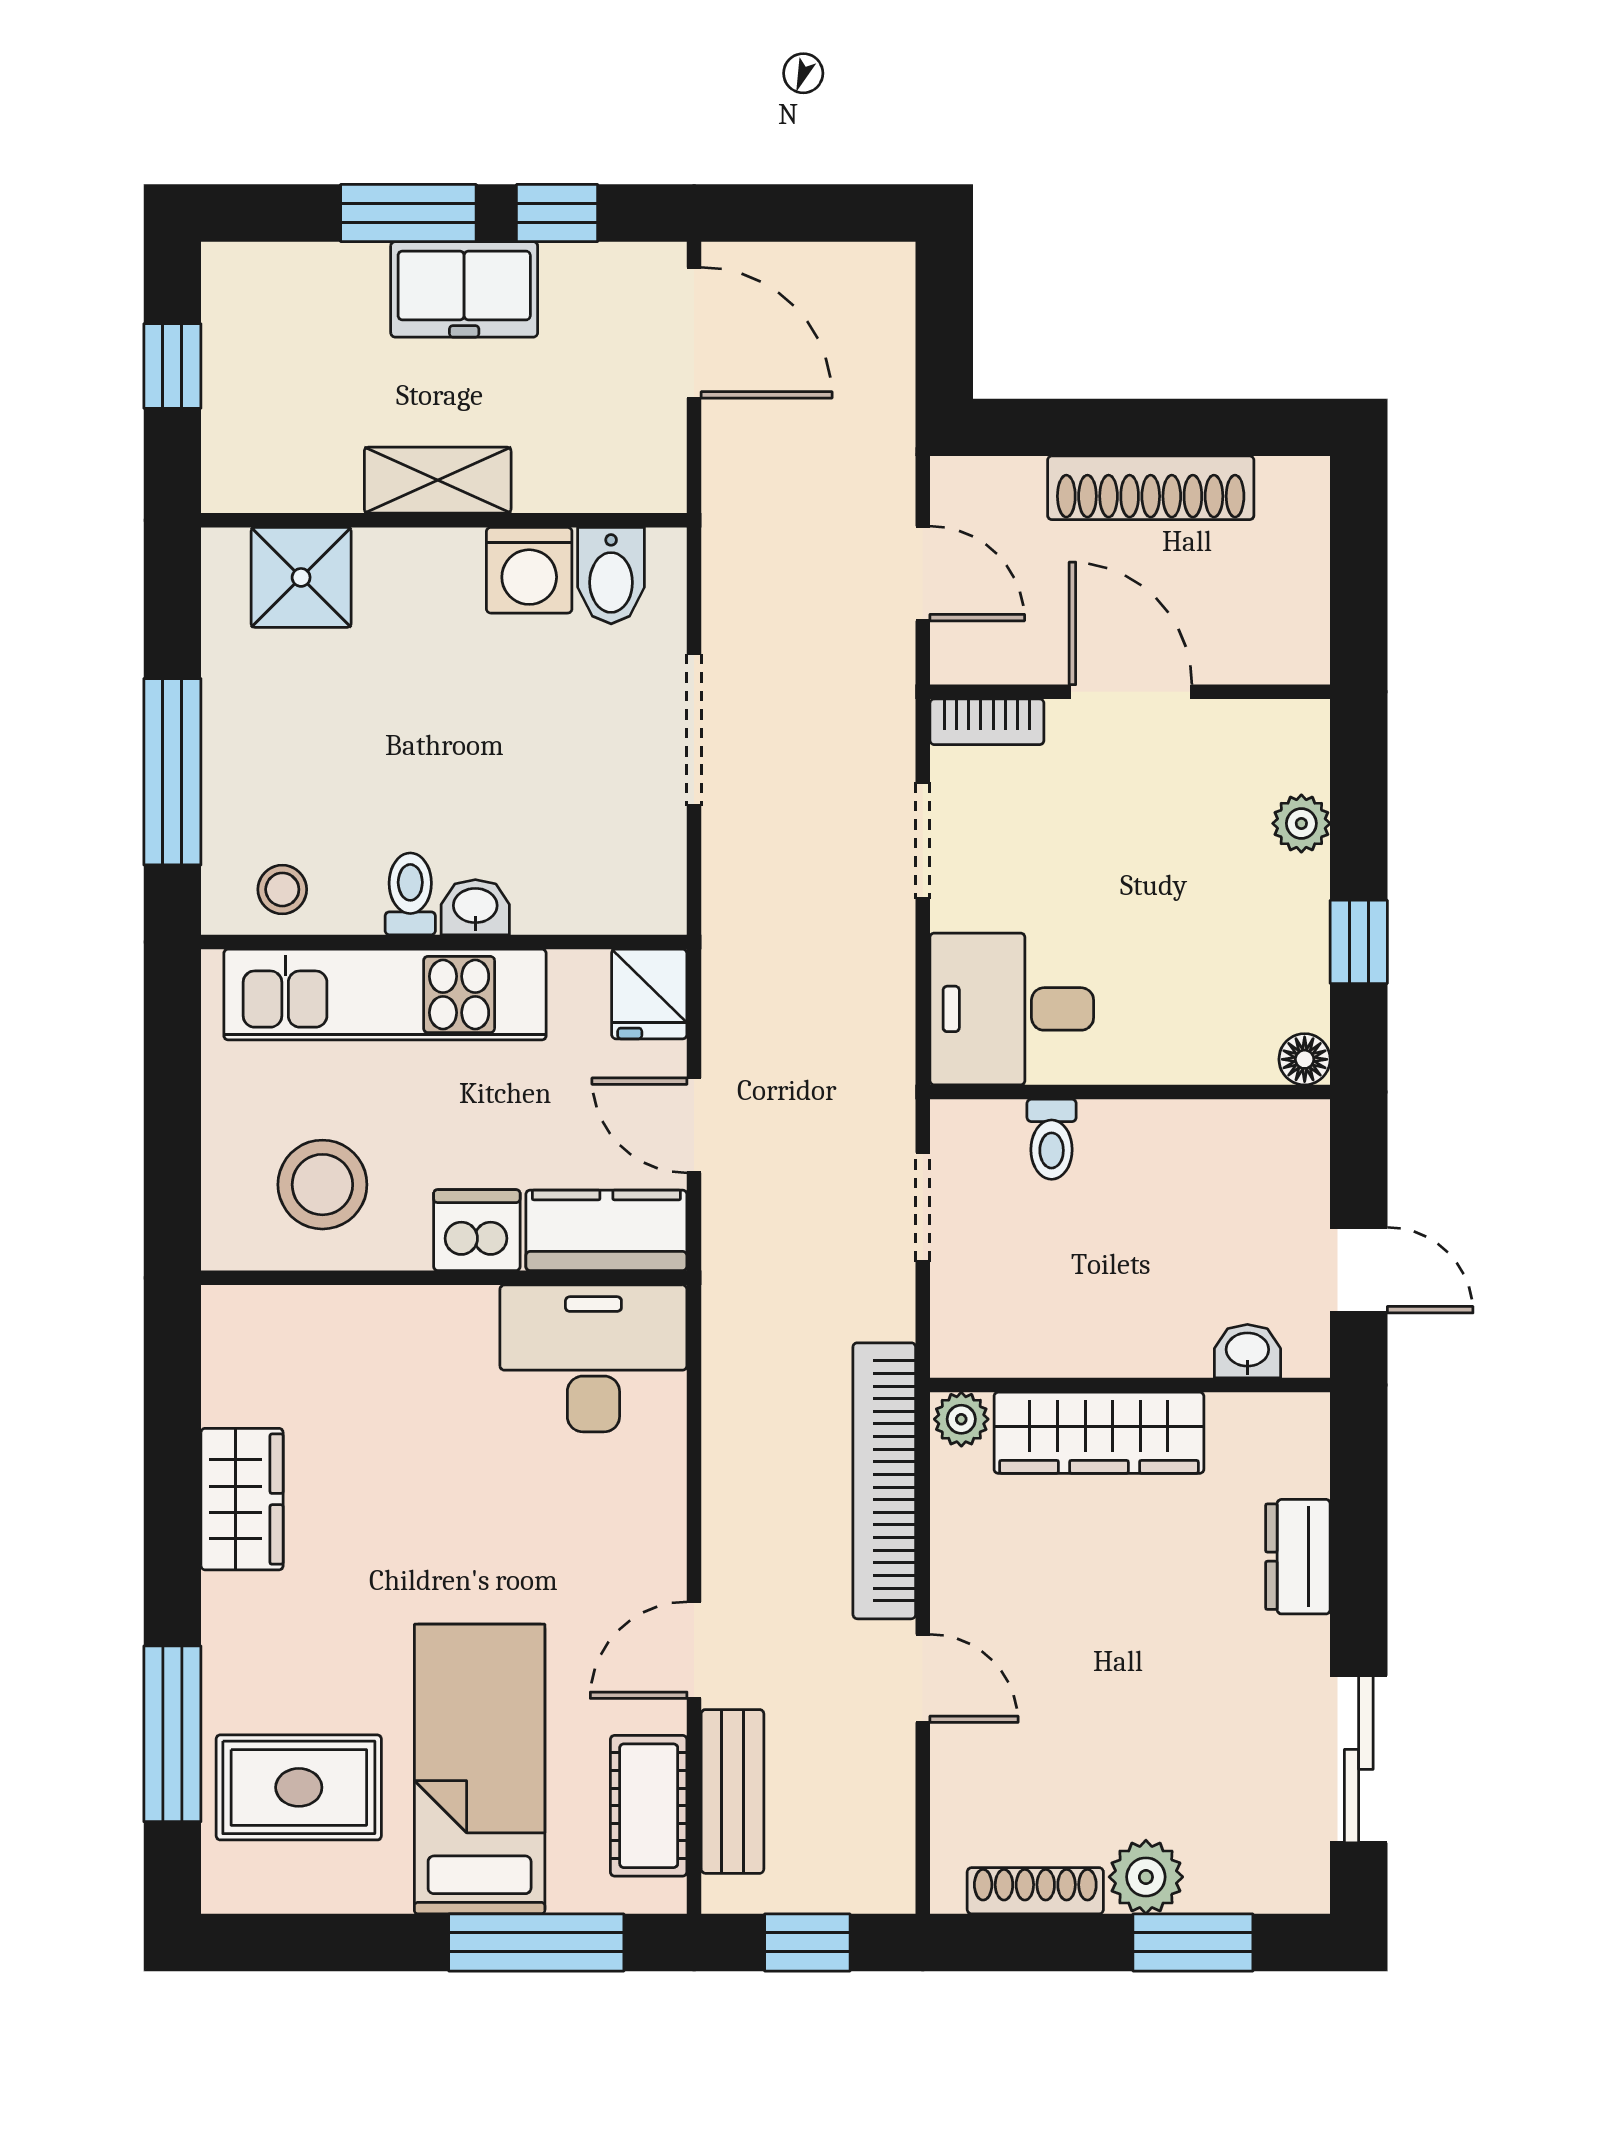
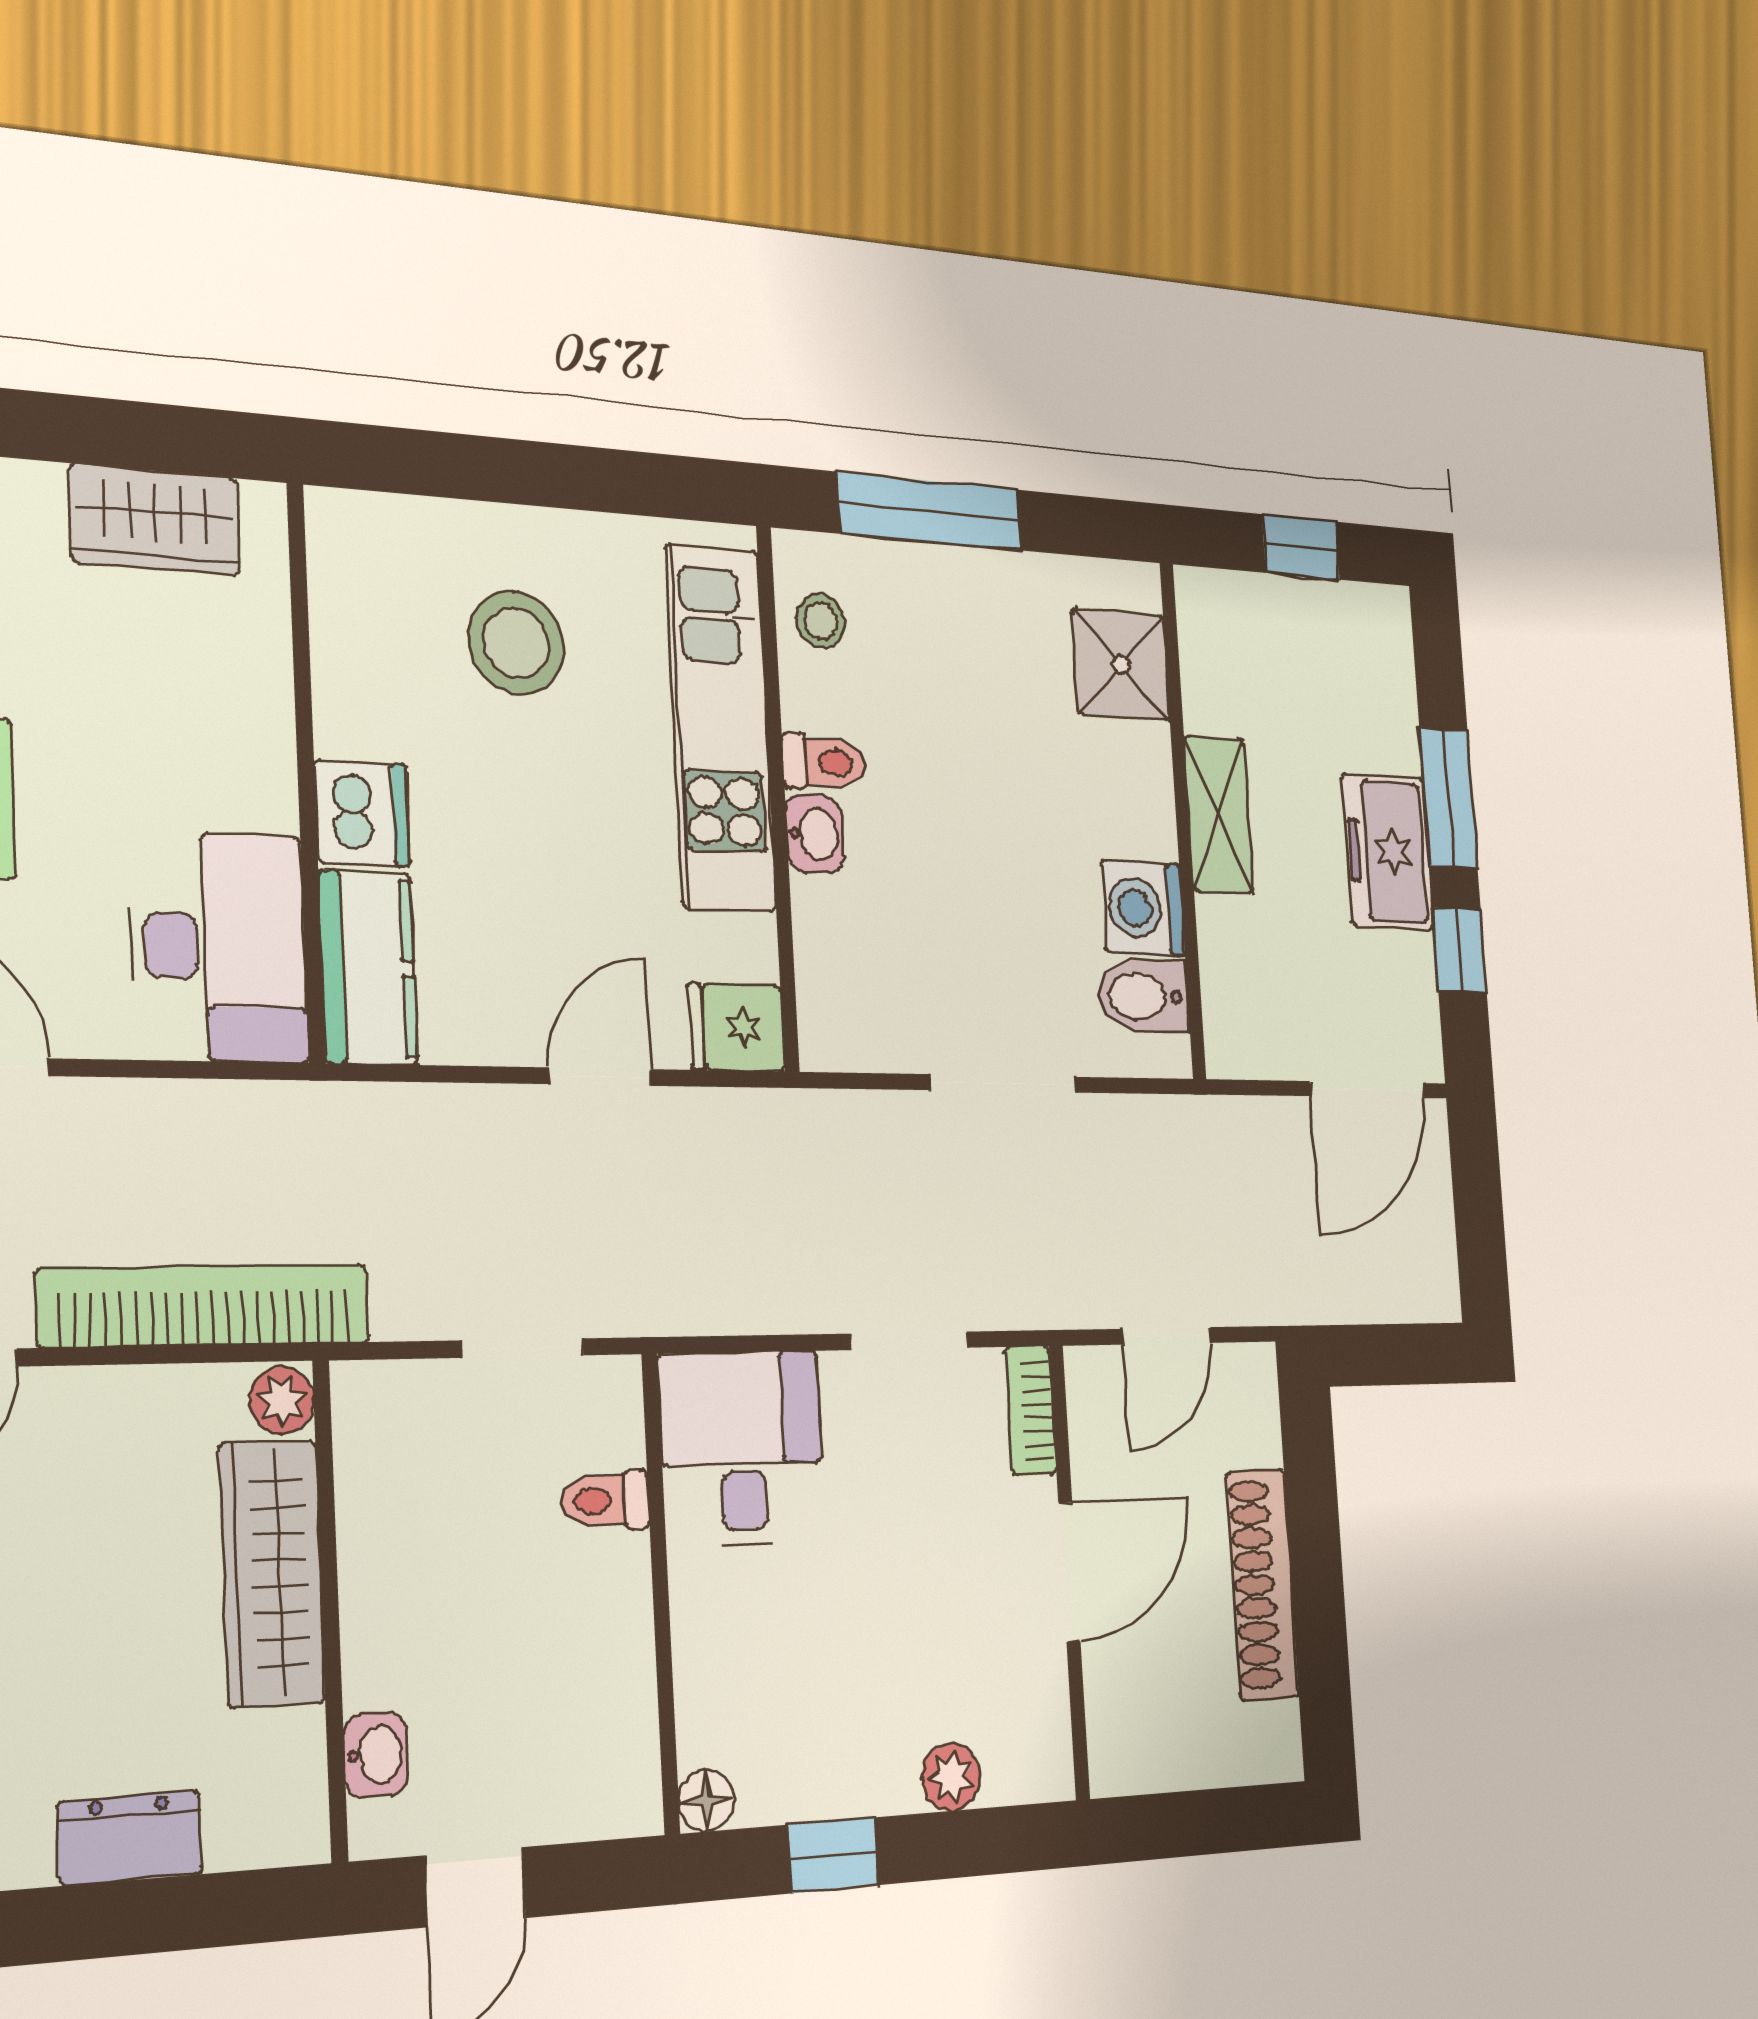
dishwasher: (477, 1230) -> (362, 813), moved
kitchen counter: (606, 1230) -> (368, 967), moved
wall: (444, 1278) -> (306, 771), moved
desk: (593, 1358) -> (219, 947), moved

